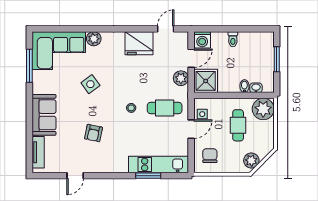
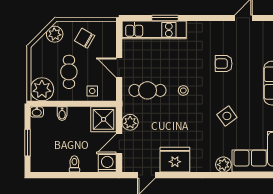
washbasin: (256, 88) -> (37, 112), moved
side table: (202, 114) -> (92, 91), moved
door: (191, 129) -> (119, 68), hinge flipped
armchair: (93, 133) -> (224, 64), turned -102
chair: (210, 156) -> (85, 38), moved, turned 120

